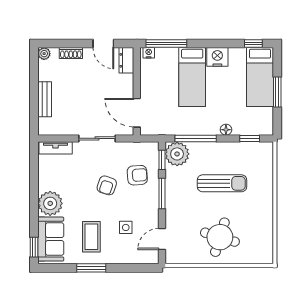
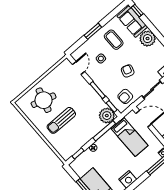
bed: (192, 77) -> (129, 137), moved, turned 180
armchair: (137, 175) -> (125, 96), moved
sun lounger: (222, 183) -> (61, 120), moved
round table: (220, 237) -> (44, 100), moved
window: (91, 268) -> (93, 31), moved

